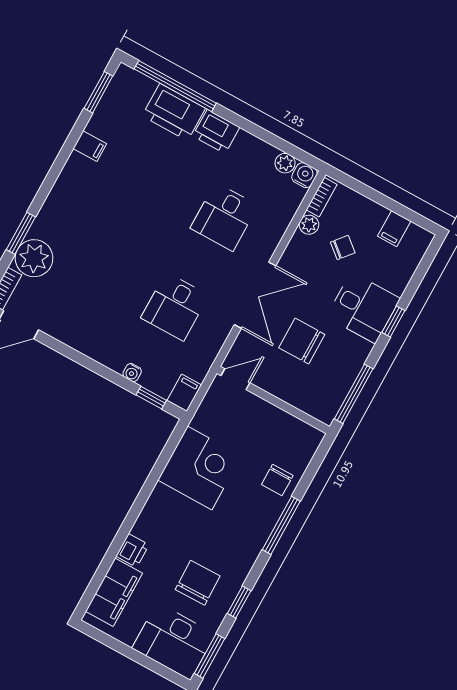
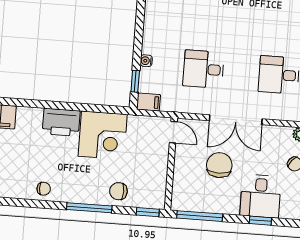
printer: (132, 550) -> (61, 122), moved, width x1.87, depth x1.48
chair: (198, 583) -> (44, 189), moved, width x0.54, depth x0.54
window: (239, 602) -> (148, 212), moved

